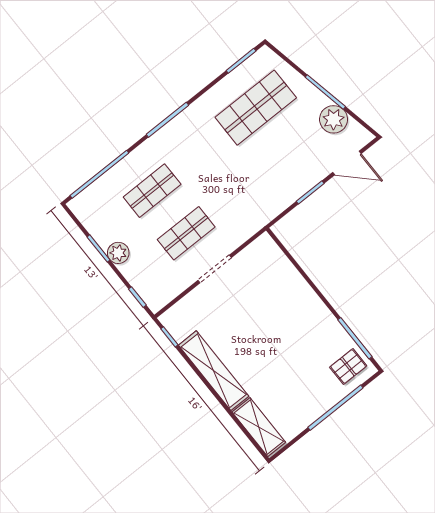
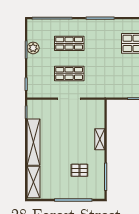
plant: (118, 253) -> (33, 48), moved
shelving: (304, 292) -> (100, 139), added
pallet: (348, 367) -> (79, 170), moved

